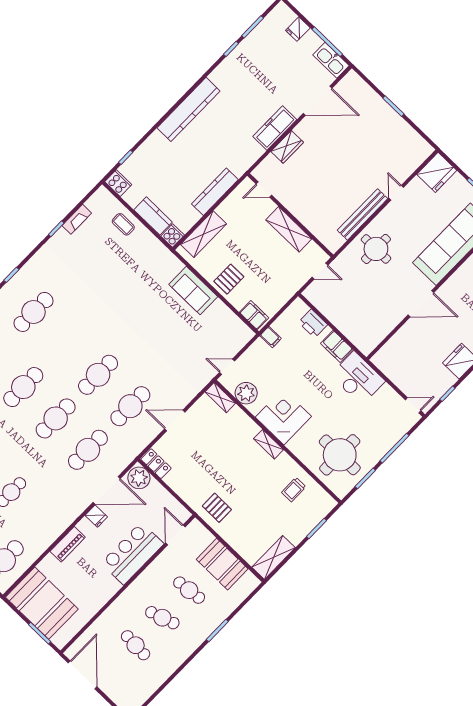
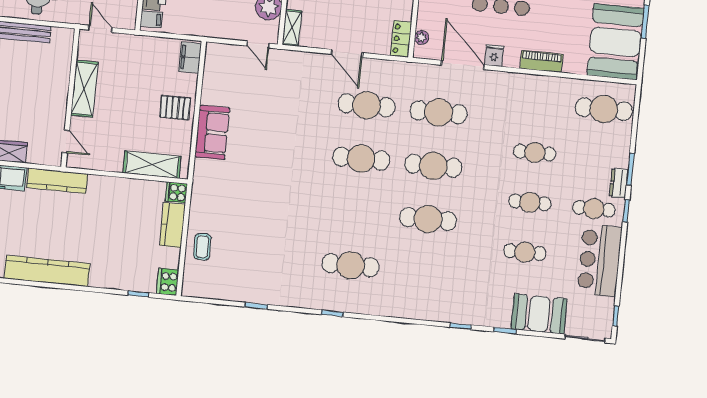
kitchen counter: (215, 192) -> (57, 181), moved
fireplace: (77, 219) -> (232, 294), removed
filing cabinet: (271, 337) -> (151, 19), moved, turned 90
plant: (139, 478) -> (421, 38), width x0.53, depth x0.53

